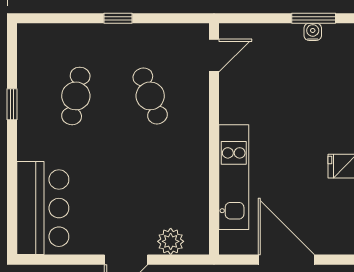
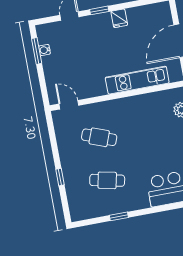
window: (118, 18) -> (60, 177), moved
cafe table: (150, 96) -> (99, 137), turned 42

